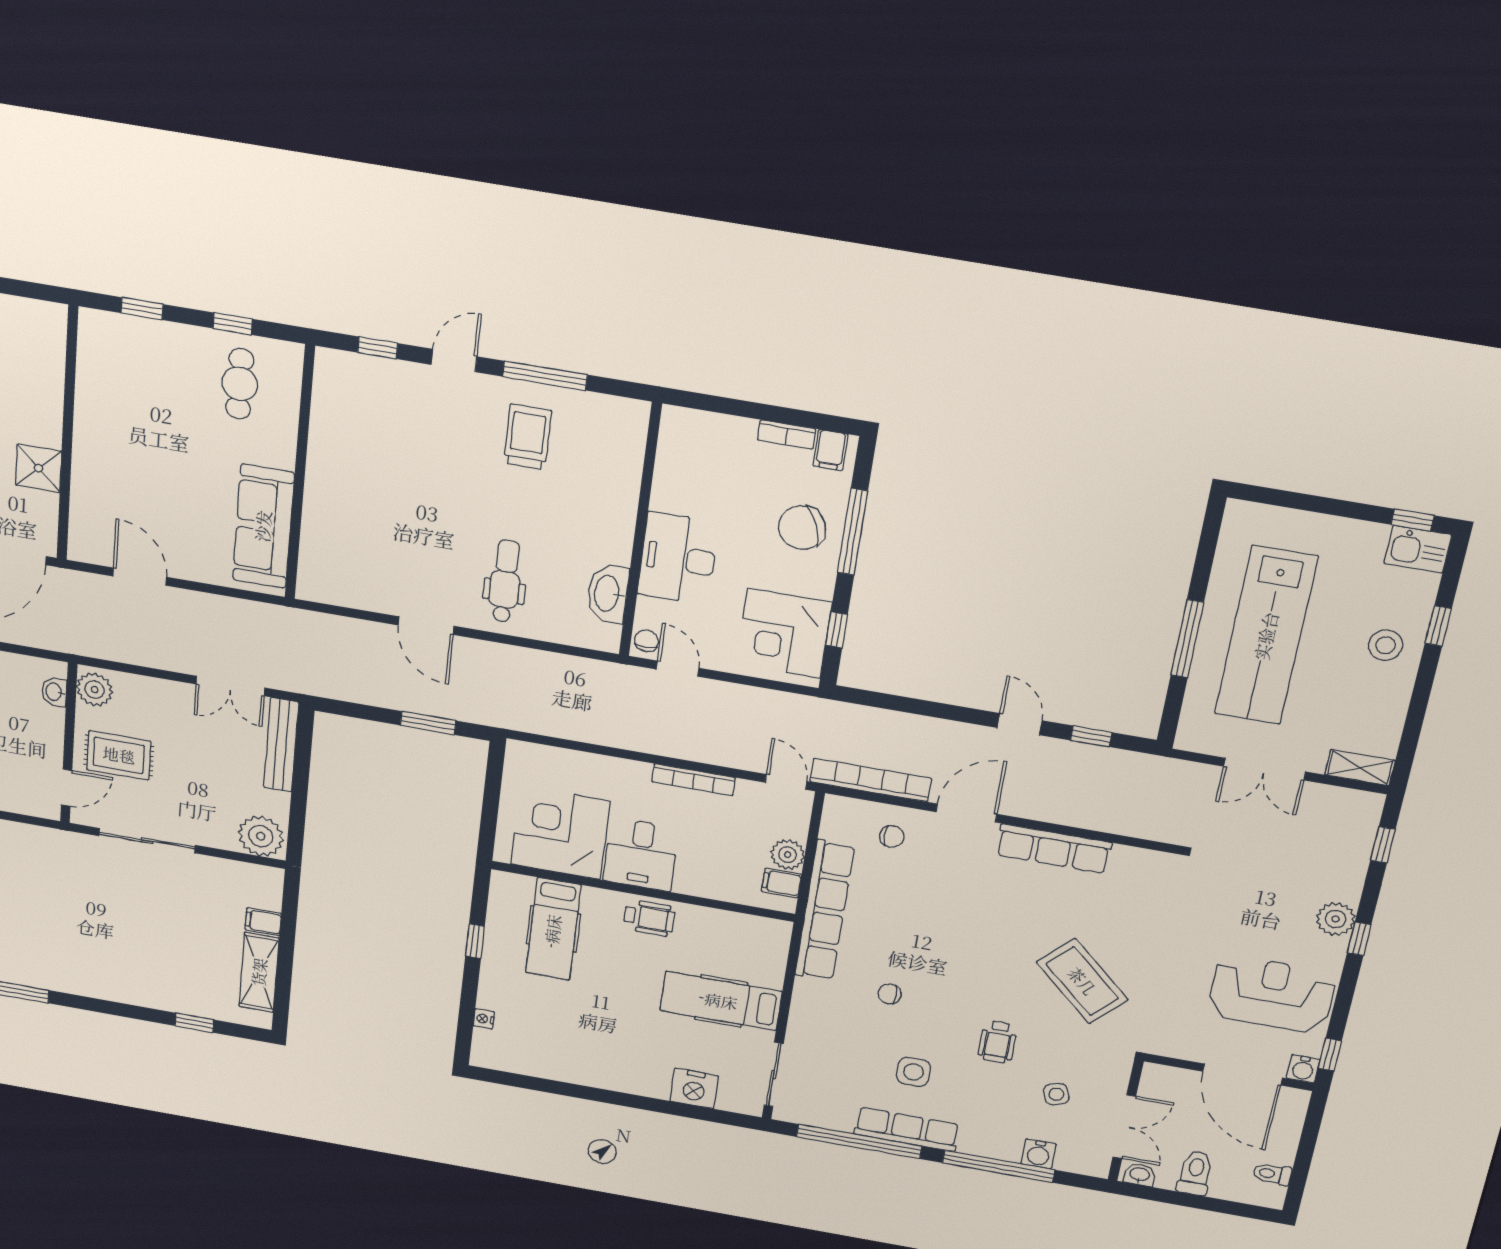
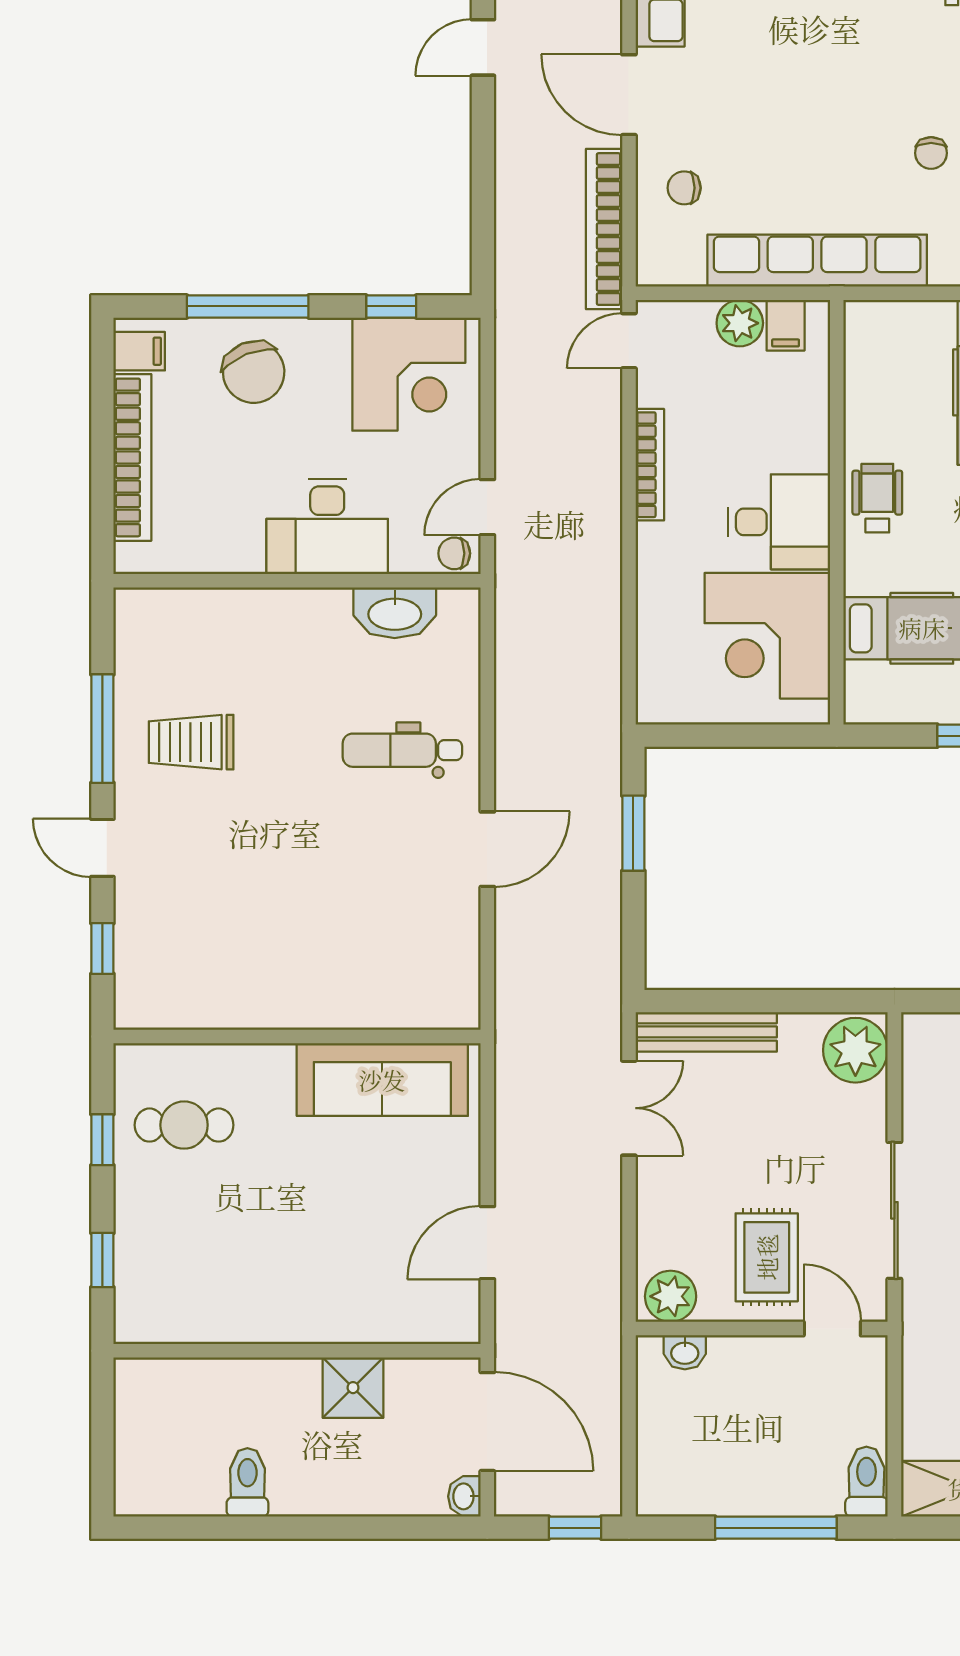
bookcase: (787, 435) -> (132, 457), width x2.31, depth x1.31
chair: (892, 836) -> (684, 188), turned -90

